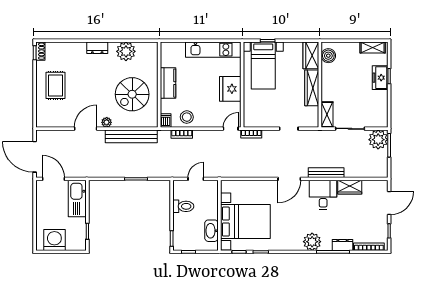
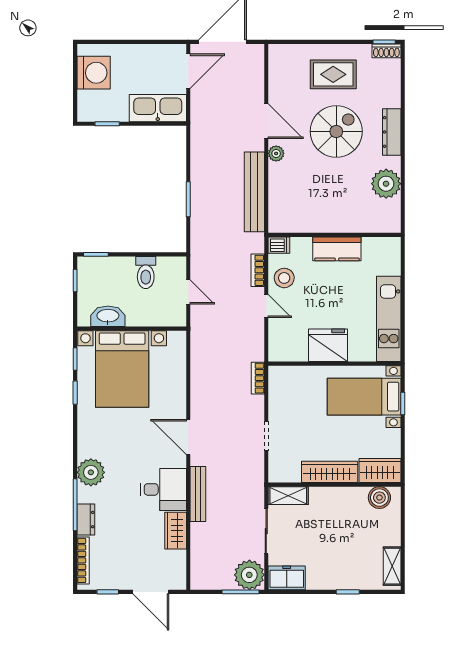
dresser: (97, 48) -> (392, 132), width x1.44
freezer: (380, 78) -> (287, 578), moved
spiral stairs: (132, 94) -> (336, 131), moved, turned 90
door: (231, 129) -> (266, 306), moved

